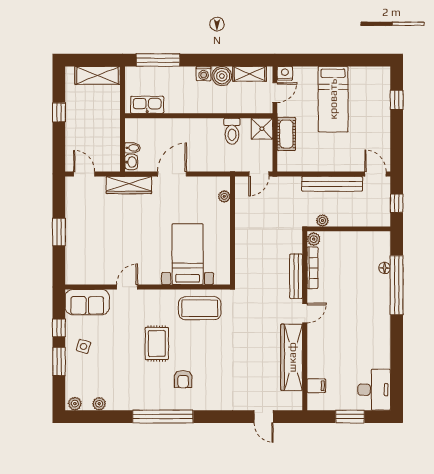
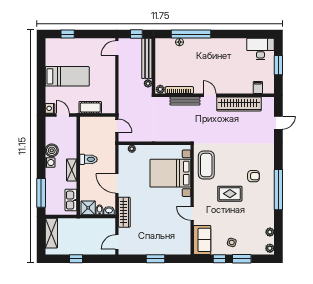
shelving: (250, 74) -> (72, 170), moved
shower: (262, 129) -> (88, 208), moved
toilet: (232, 131) -> (88, 159), moved
bench: (332, 184) -> (147, 58), moved
bed with nightstands: (188, 254) -> (170, 173), width x1.36

